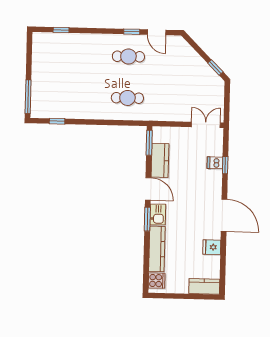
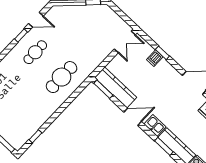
cafe table: (127, 98) -> (62, 77), width x1.37, depth x1.35
double door: (206, 125) -> (125, 42), swing flipped
kitchen counter: (160, 160) -> (116, 87), width x1.50
window: (147, 219) -> (164, 146), moved

